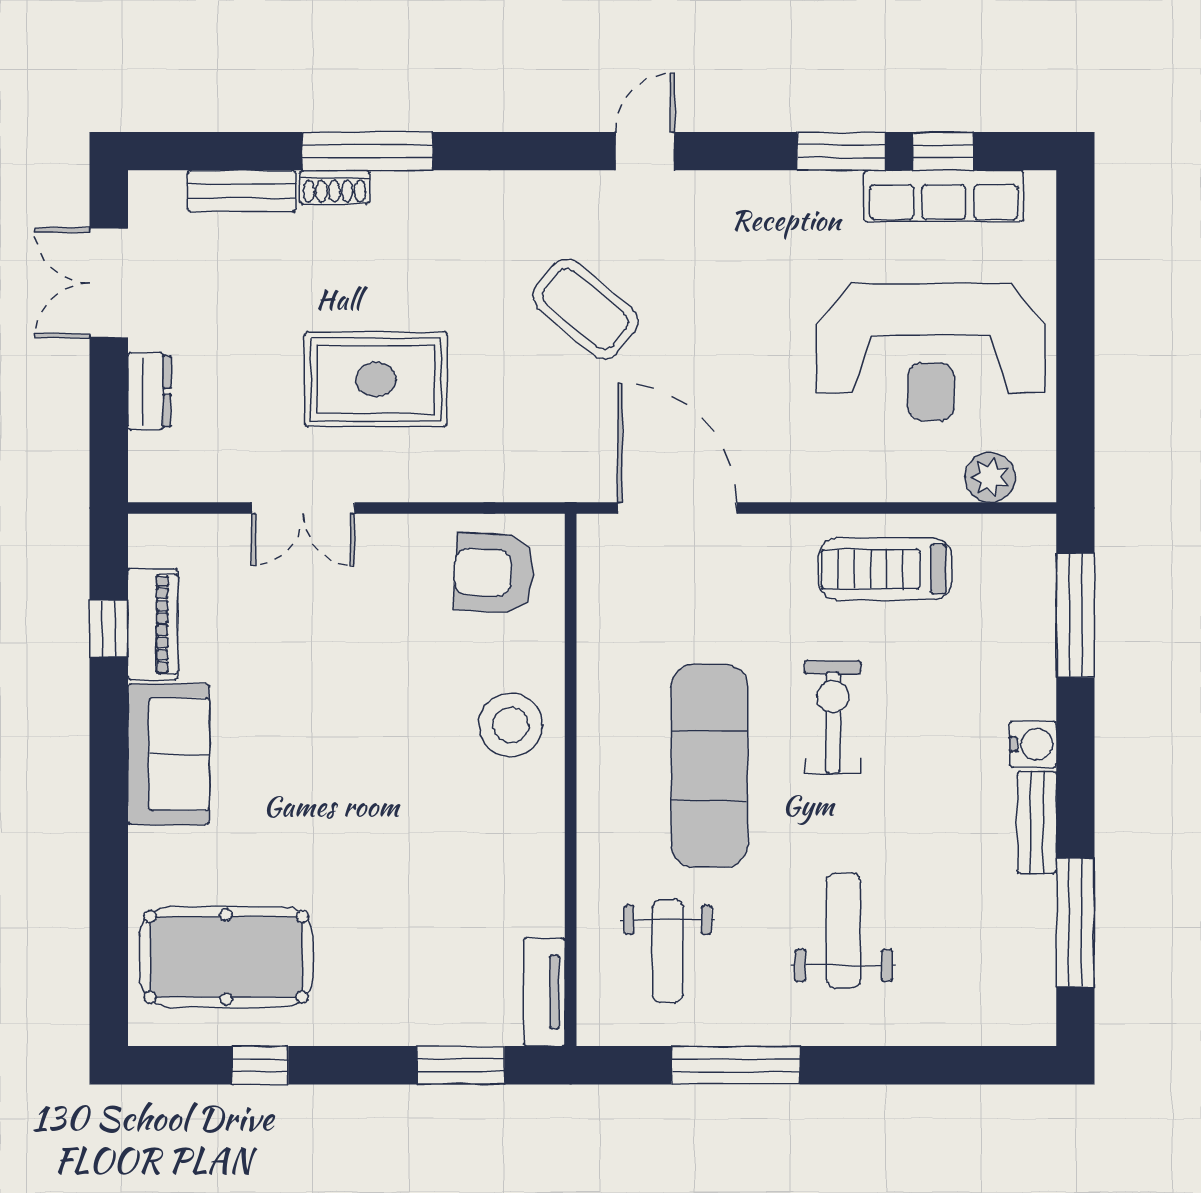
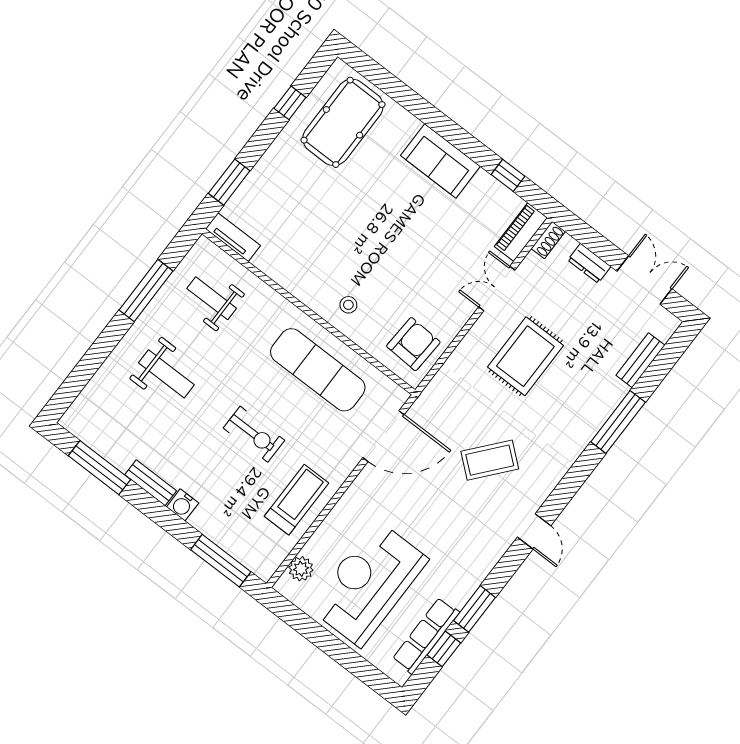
shoe rack: (334, 187) -> (548, 240), moved, turned 180
piano: (153, 624) -> (521, 232), moved, turned 90
stool: (511, 725) -> (348, 305), width x0.53, depth x0.53
exercise mat: (709, 766) -> (318, 370), moved

